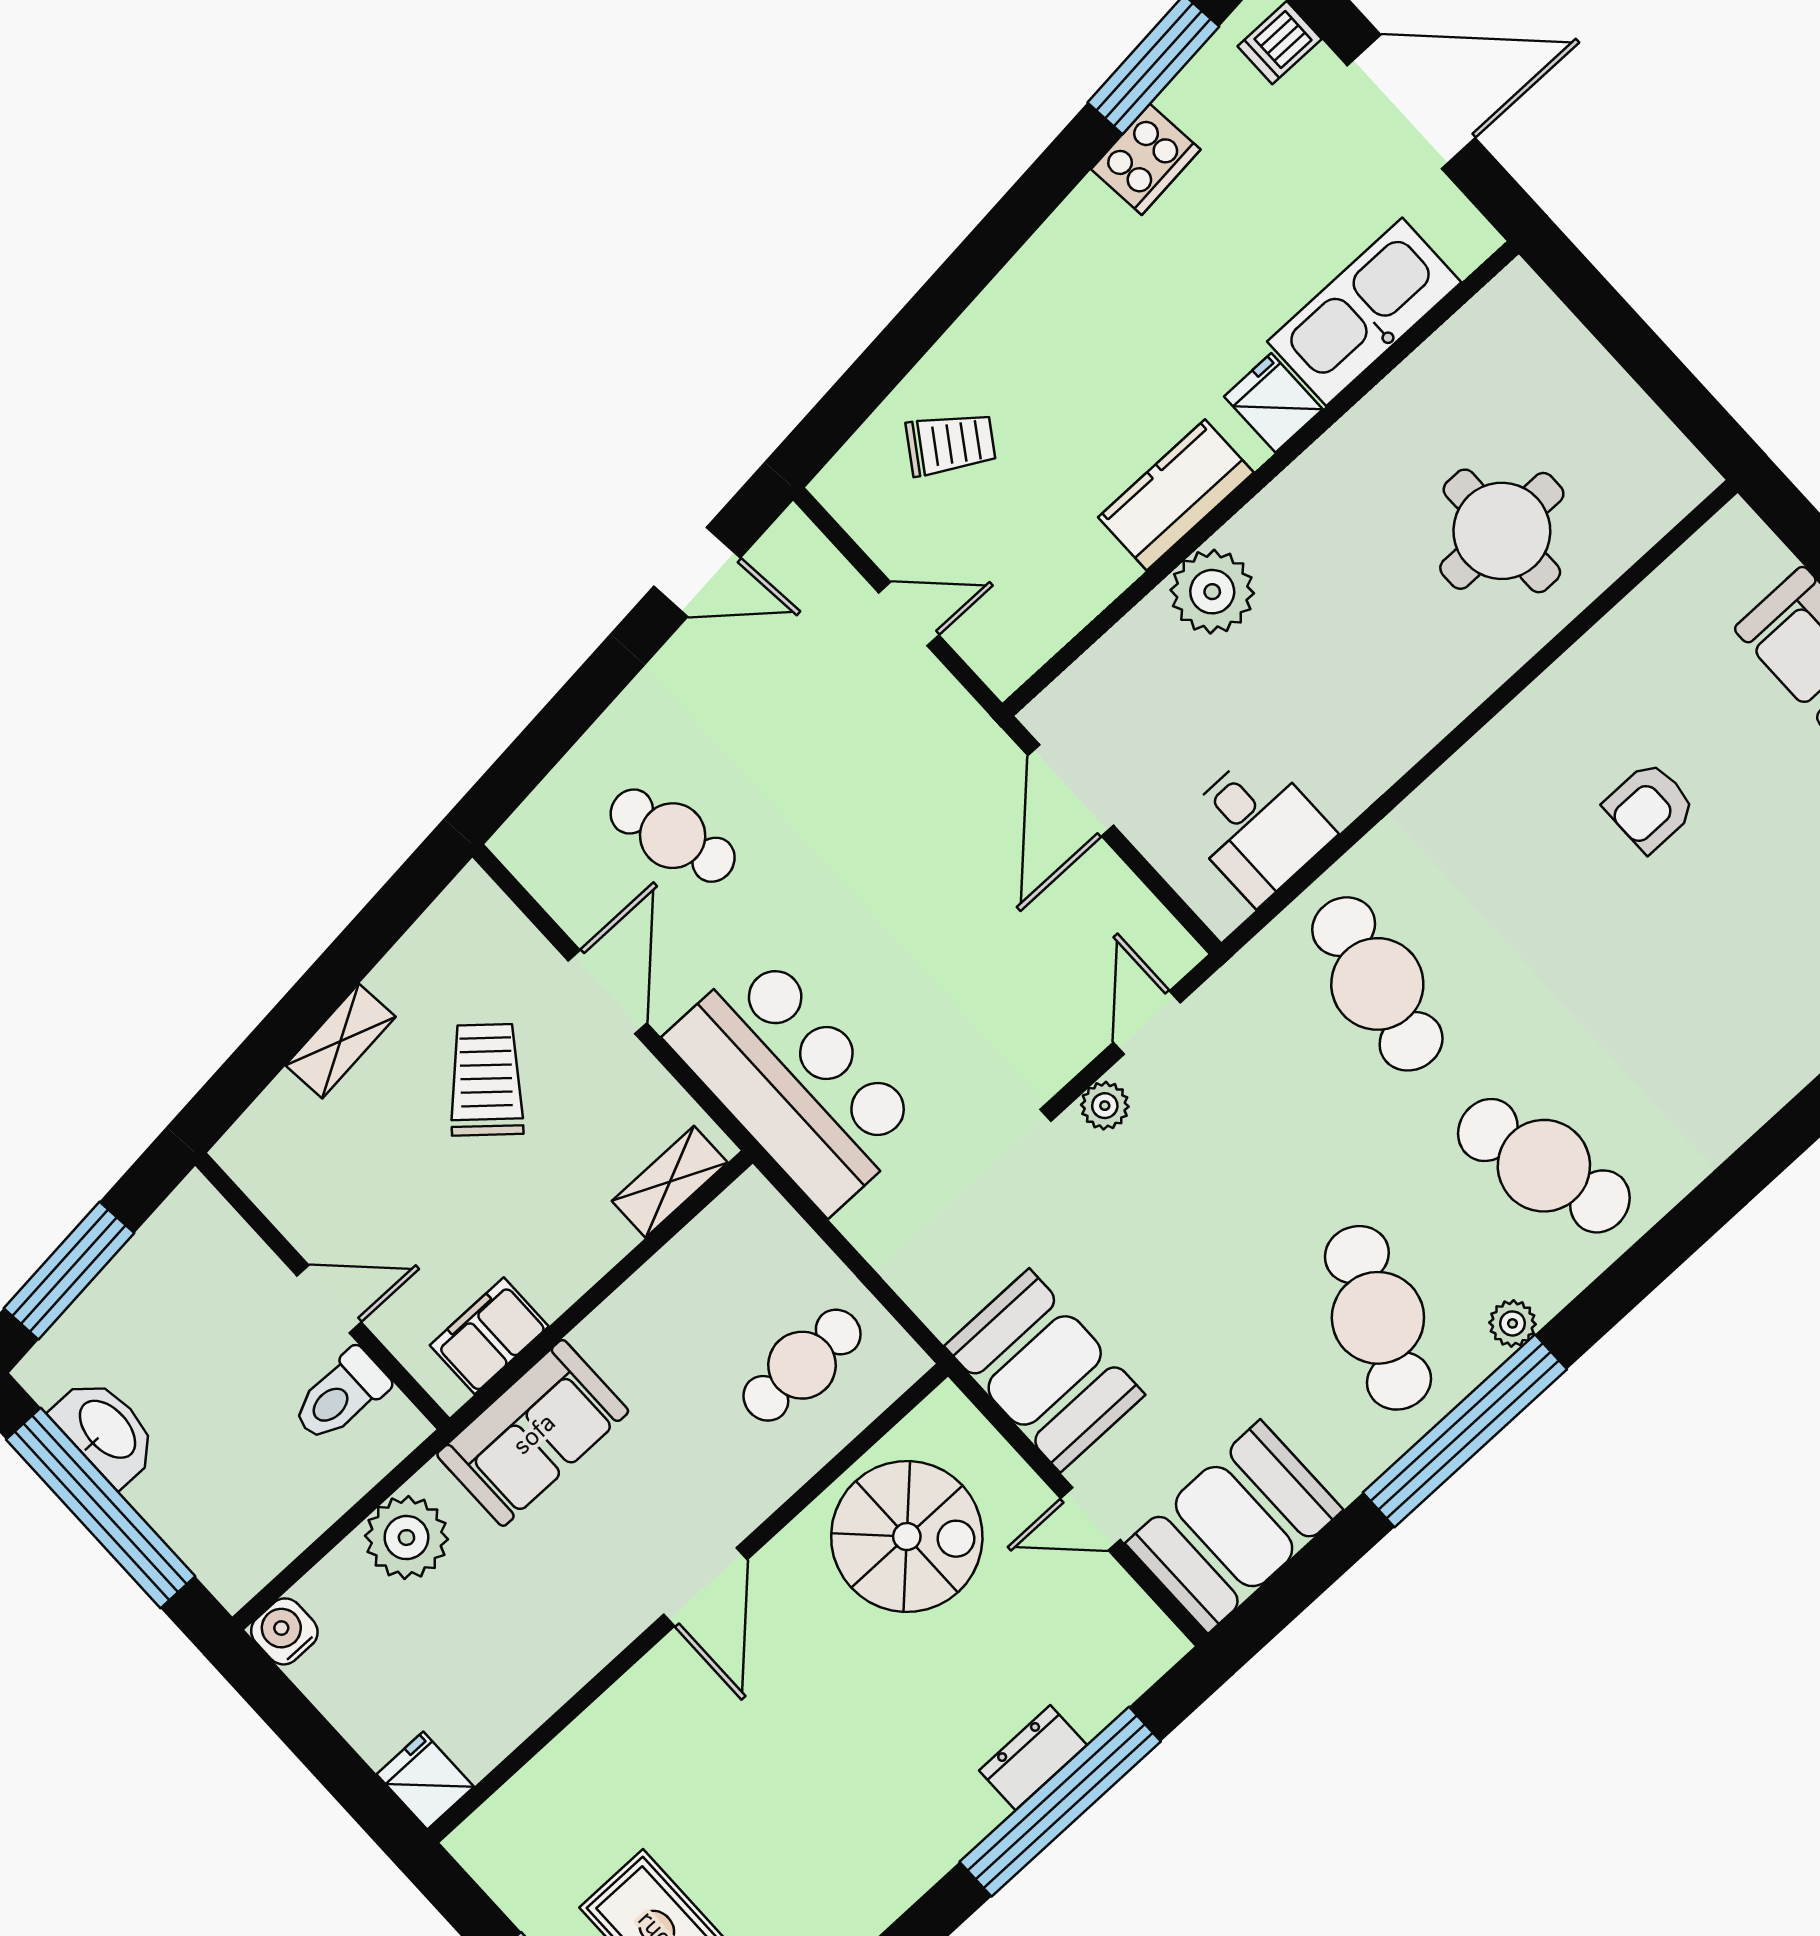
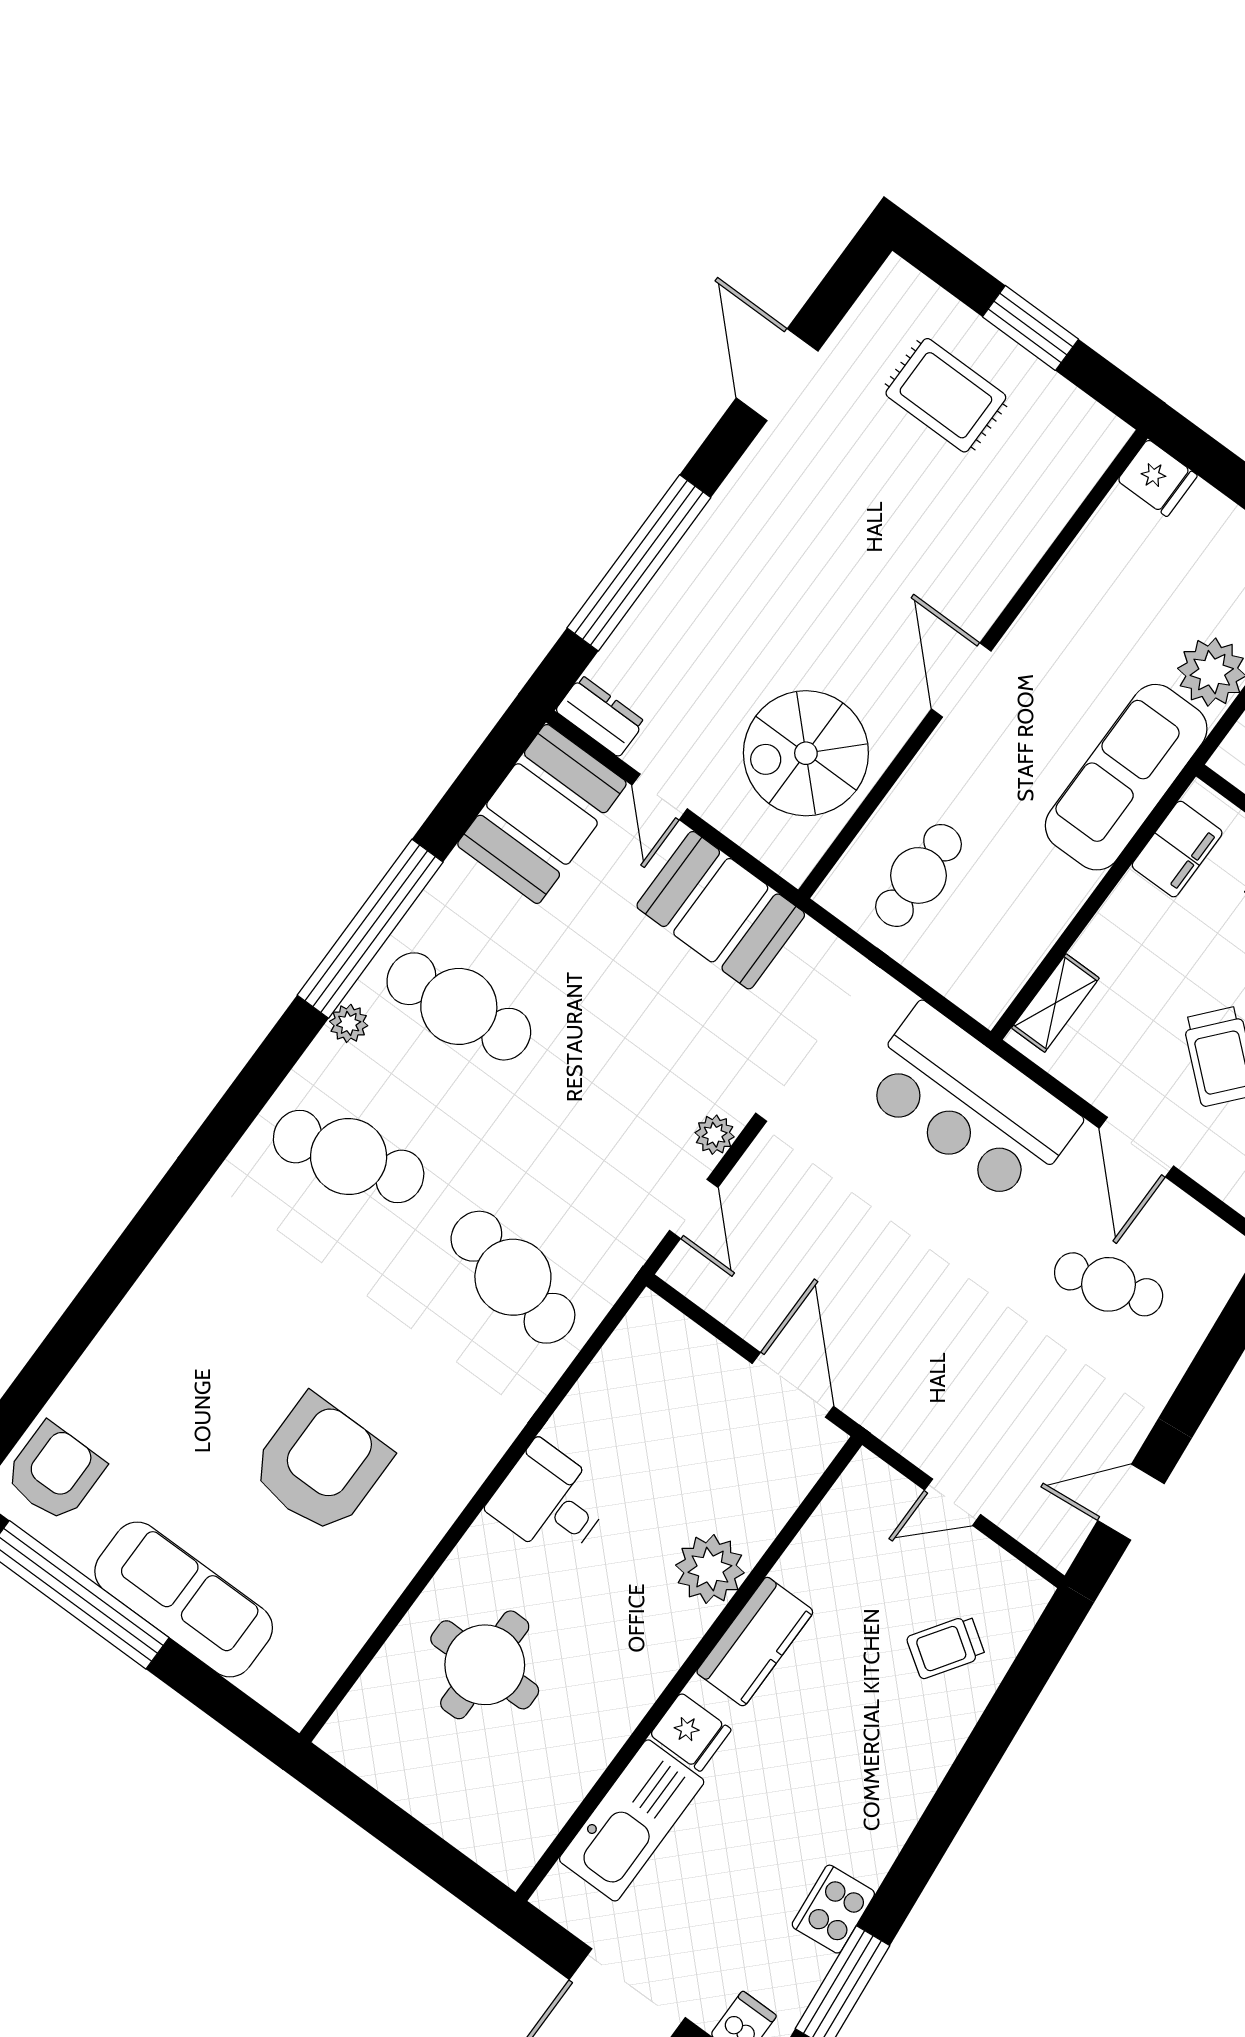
armchair: (1650, 807) -> (320, 1465), width x1.88, depth x1.88
desk: (1257, 828) -> (550, 1502), moved
cafe table: (1378, 1318) -> (459, 1006), turned -30
sofa: (533, 1433) -> (1126, 777), width x1.36
door: (1090, 1519) -> (660, 797), swing flipped
dresser: (1033, 1758) -> (600, 716), moved, turned -90

